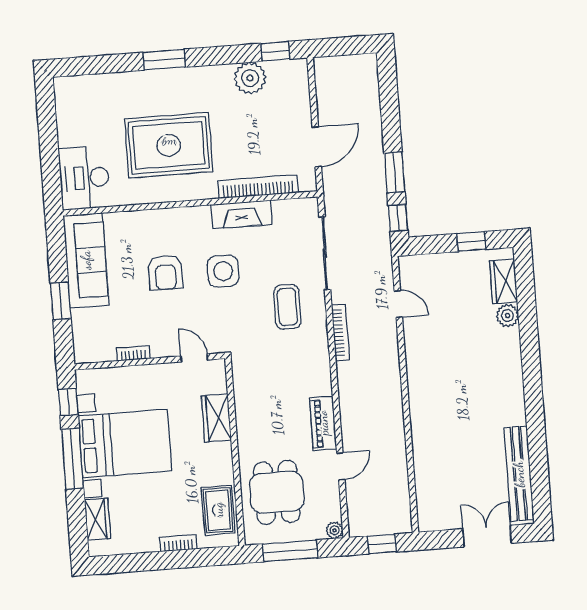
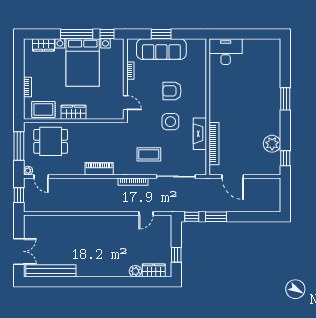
rug: (169, 145) -> (240, 98), removed
sofa: (86, 260) -> (161, 49), moved
door: (194, 358) -> (125, 103), hinge flipped
wardrobe: (216, 418) -> (73, 112), moved
piano: (323, 423) -> (99, 169), moved
door: (341, 466) -> (41, 176), moved

